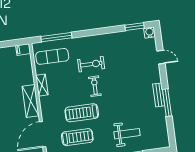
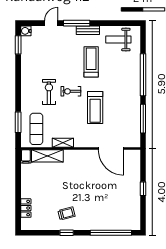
window: (56, 37) -> (18, 122), width x0.69
shelving: (31, 101) -> (47, 156), moved
window: (167, 103) -> (77, 23), moved
weight bench: (127, 134) -> (118, 40), moved, turned -90
treadmill: (77, 137) -> (91, 62), moved

